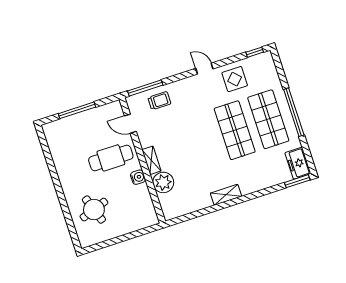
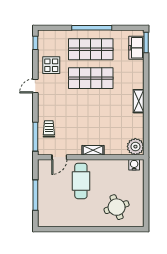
freezer: (298, 163) -> (136, 48), moved, turned 90
water cooler: (138, 177) -> (134, 165), moved
plant: (163, 182) -> (135, 147), moved

